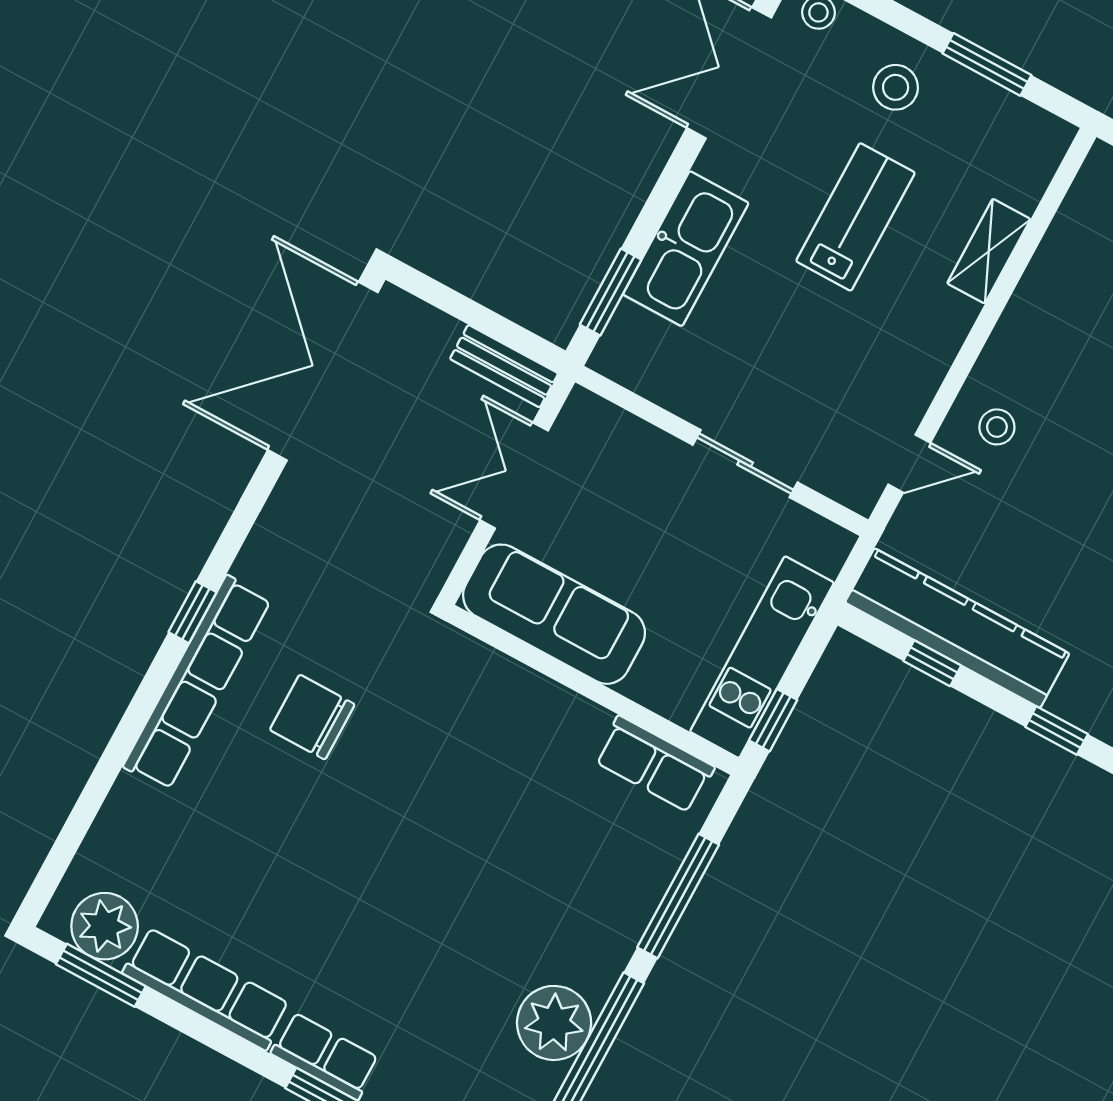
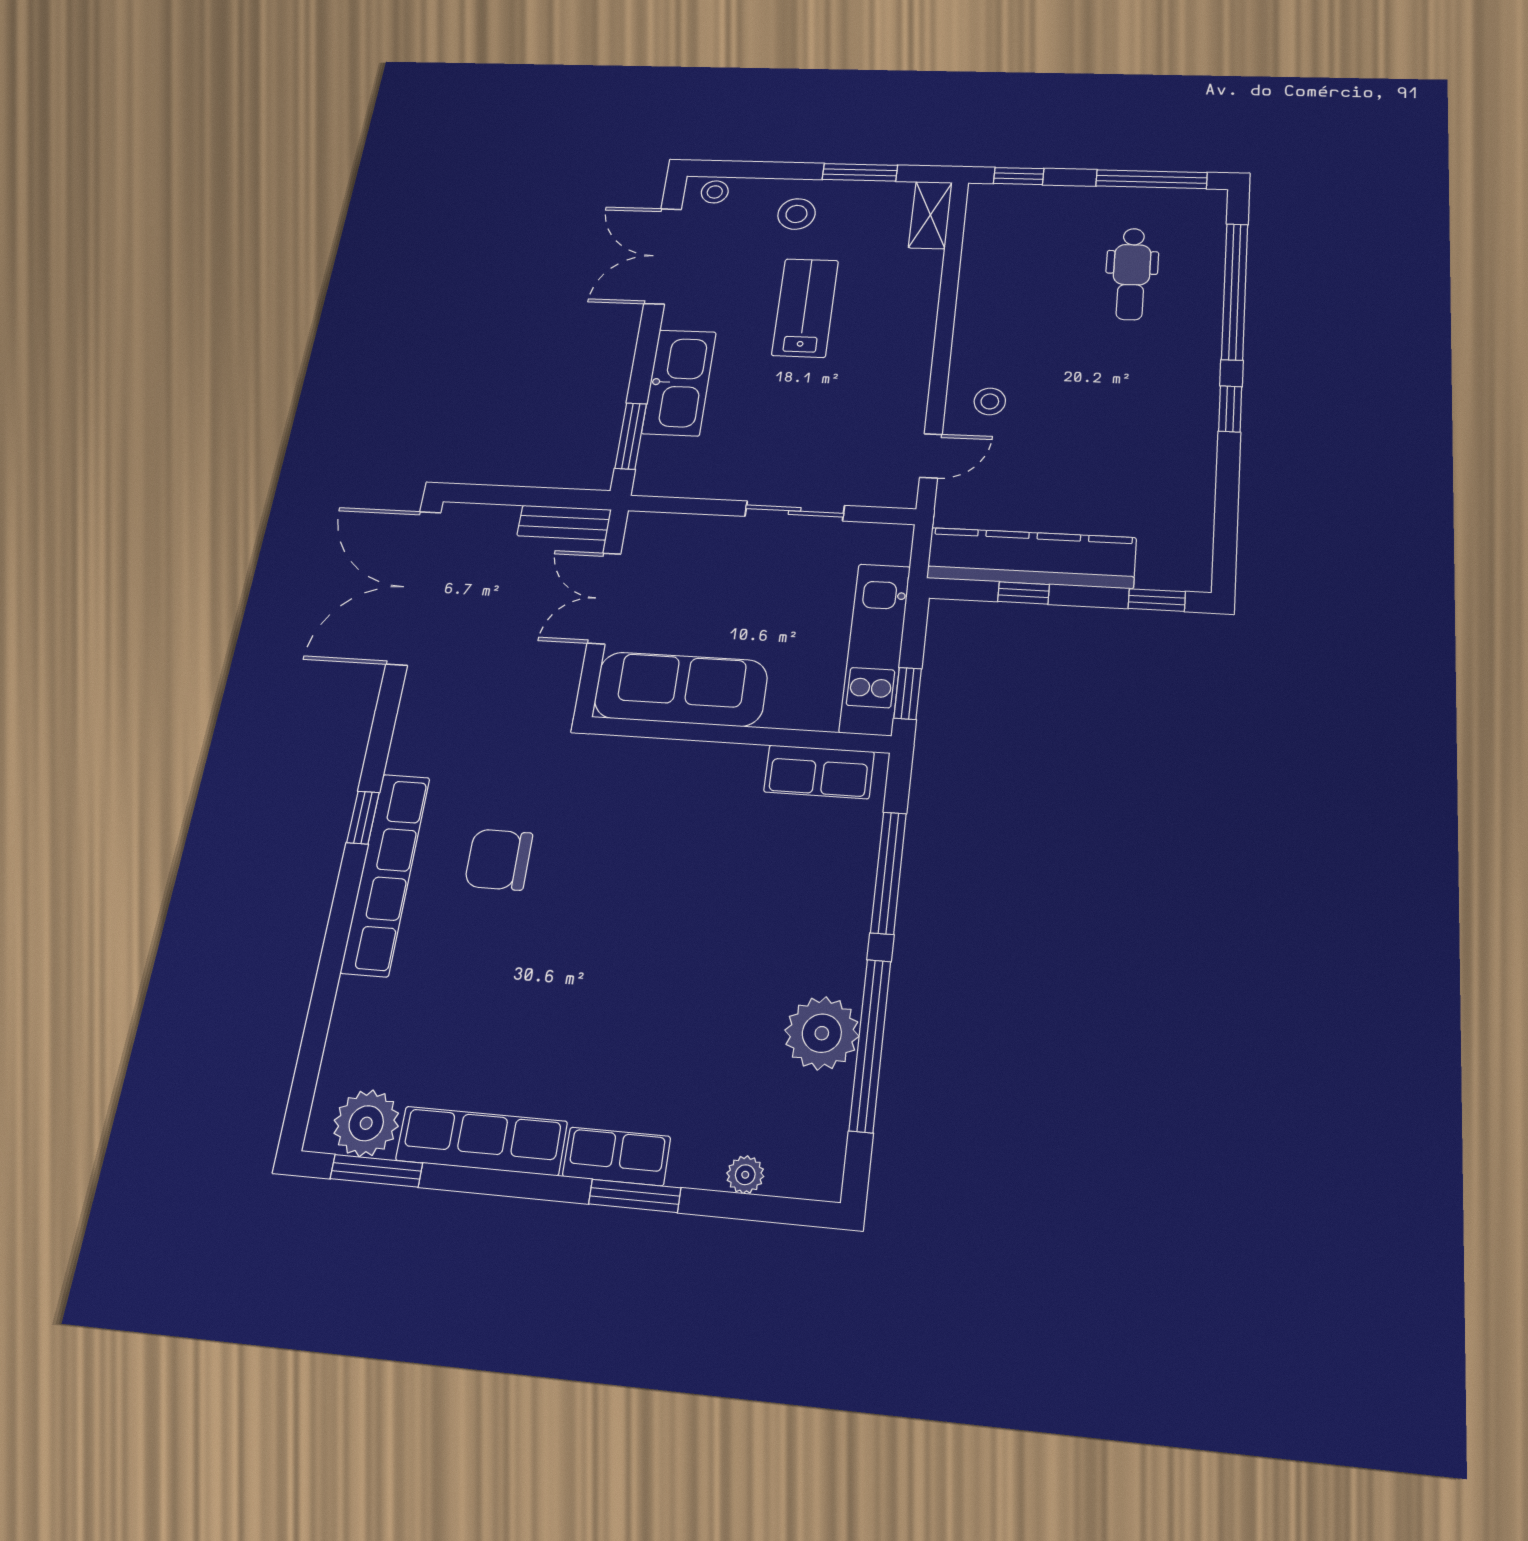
shelving: (989, 251) -> (930, 215), moved

